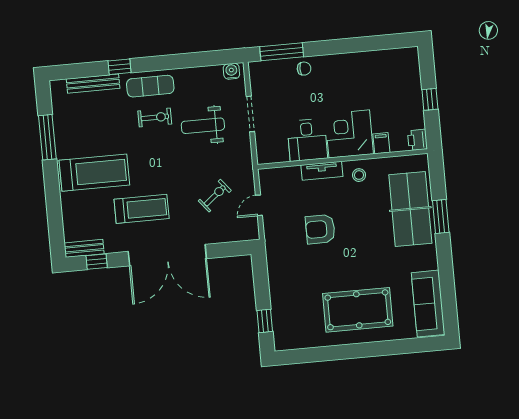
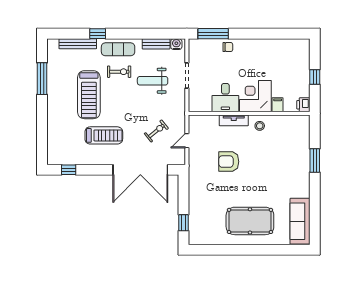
treadmill: (94, 173) -> (89, 95), moved, turned 90
table tennis table: (410, 209) -> (294, 153), removed
bench: (84, 248) -> (156, 44), moved
double door: (167, 255) -> (140, 170), moved

